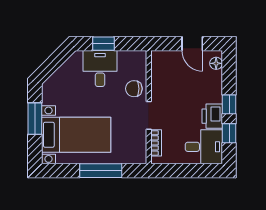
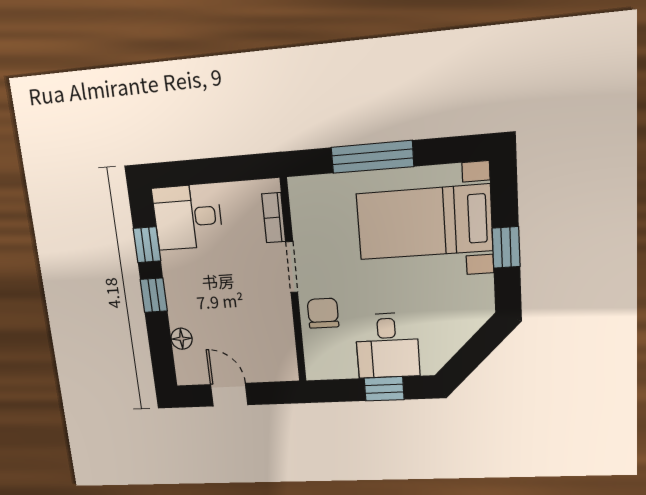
floor lamp: (216, 63) -> (182, 339), moved
chair: (134, 89) -> (323, 313), turned -90
printer: (212, 116) -> (180, 273), removed
window: (35, 119) -> (506, 247), width x0.67

